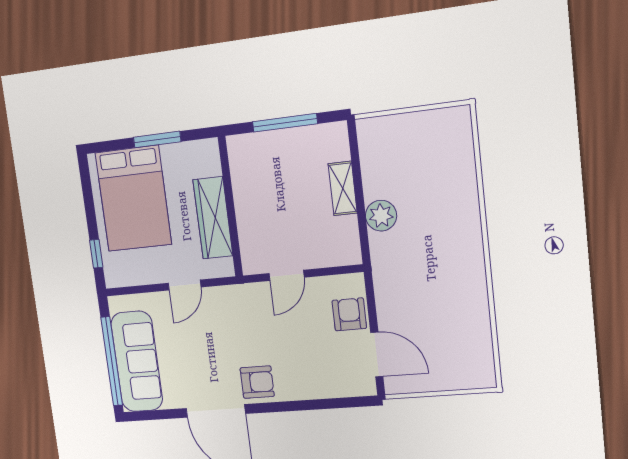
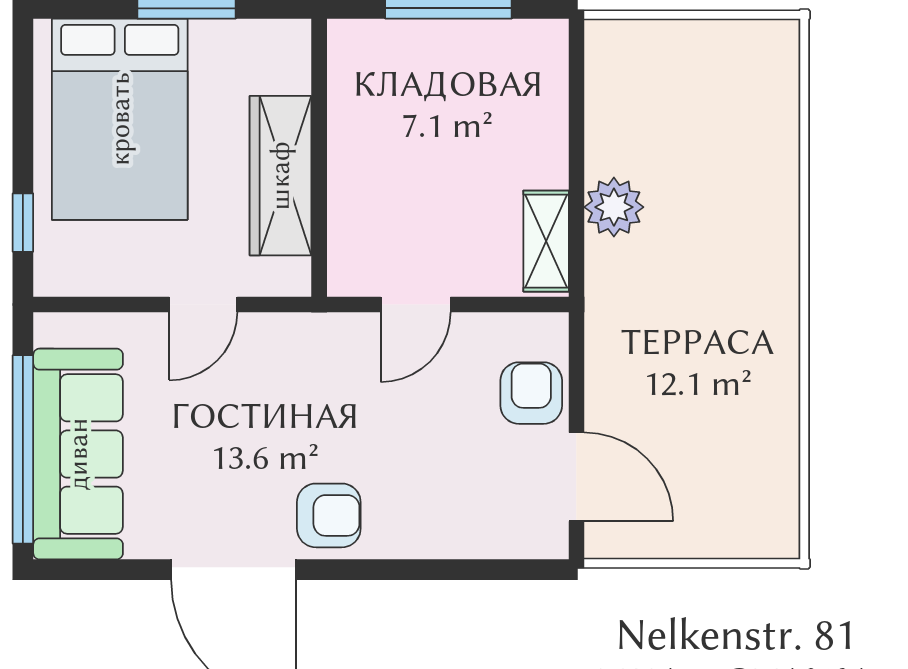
shelving: (343, 188) -> (546, 241), moved

